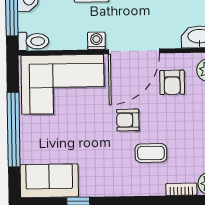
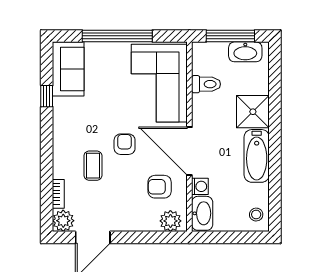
toilet: (33, 41) -> (206, 84), moved, turned -90
washing machine: (96, 41) -> (200, 186), moved

